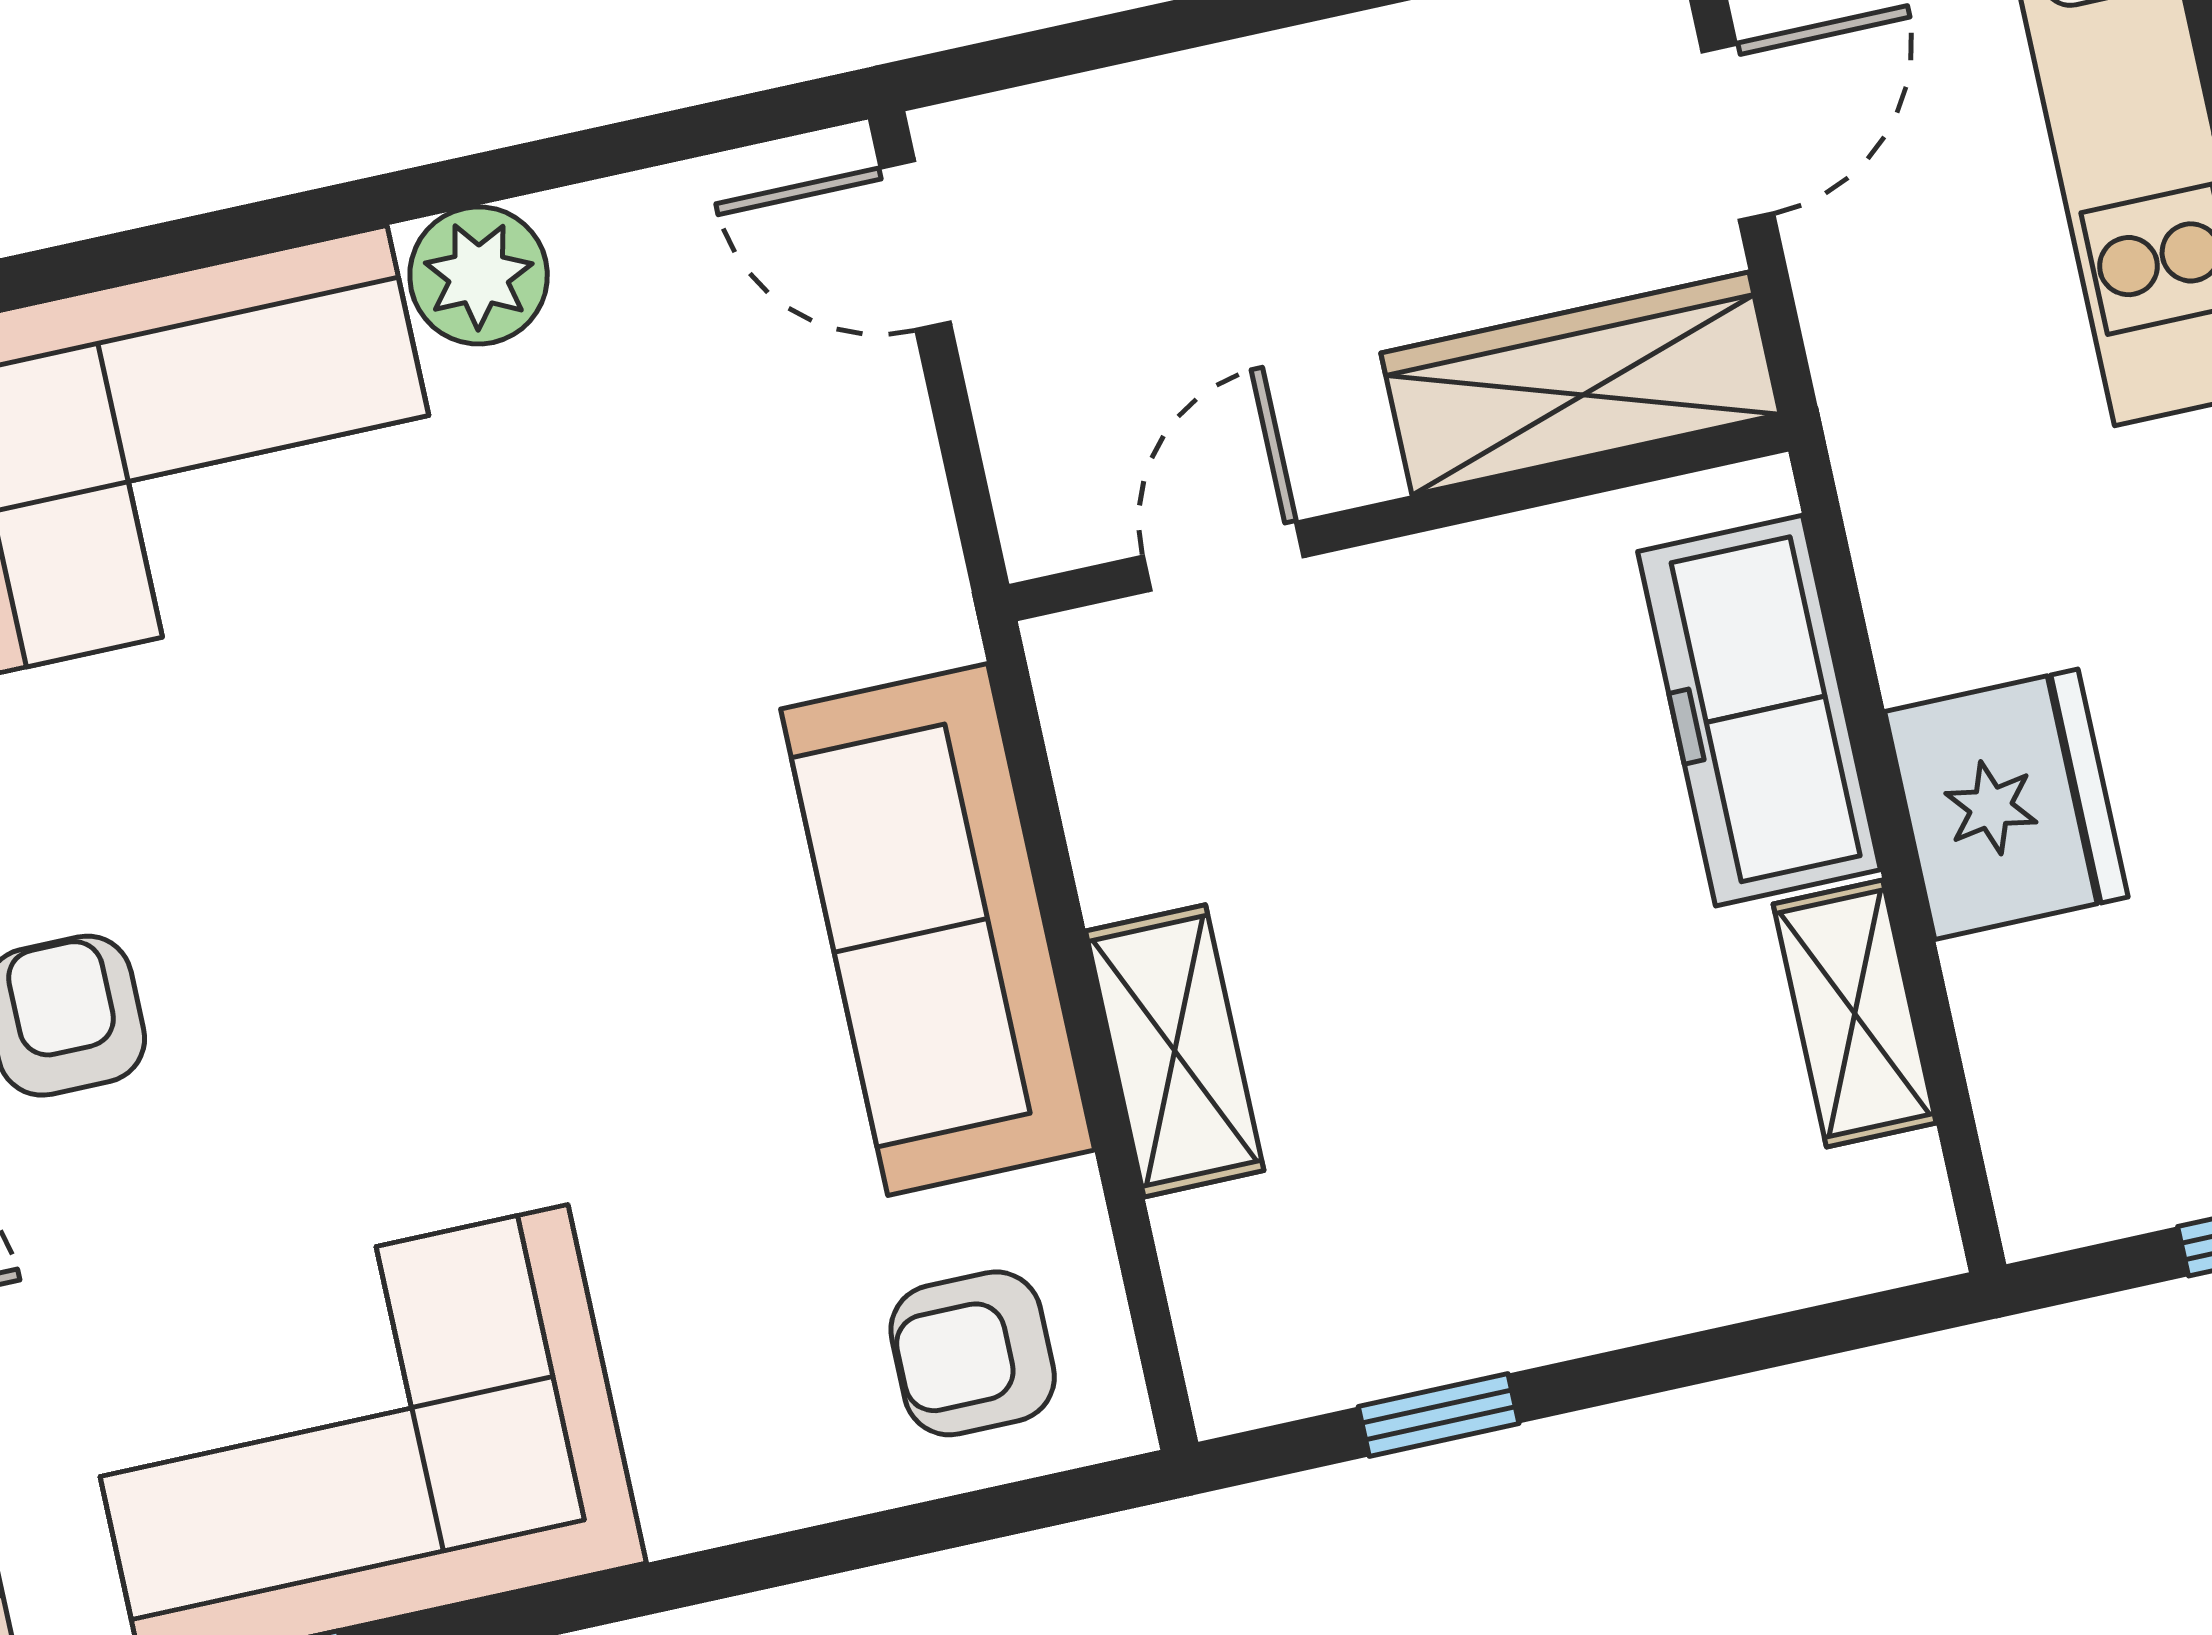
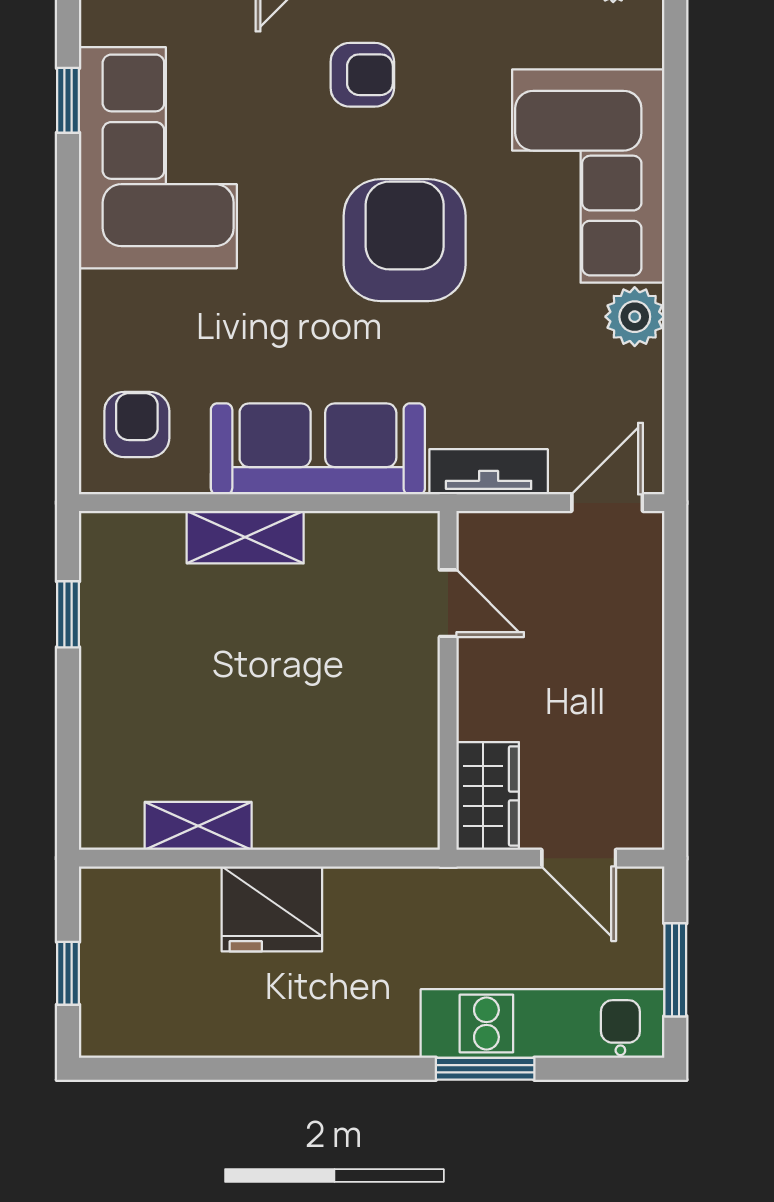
wardrobe: (1581, 384) -> (488, 796), width x0.67
tv unit: (904, 530) -> (489, 472), added
freezer: (1759, 711) -> (334, 814), removed
armchair: (420, 837) -> (405, 240), added

